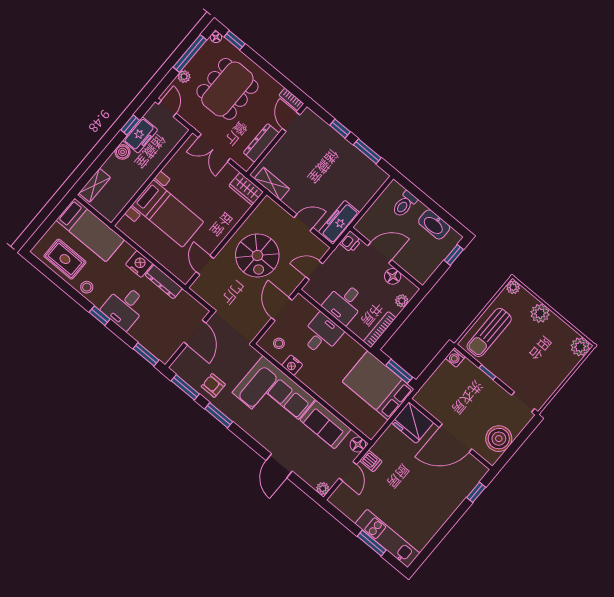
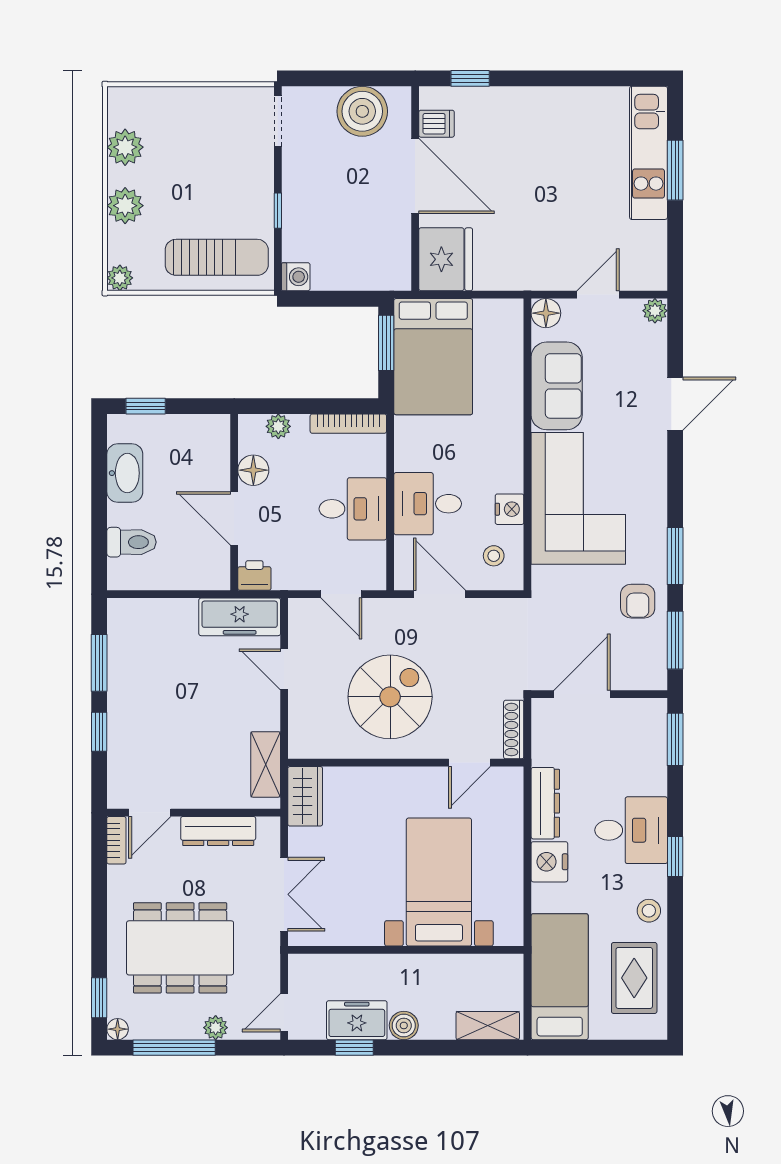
shoe rack: (203, 294) -> (514, 730), added
door: (282, 309) -> (439, 594), swing flipped
plant: (580, 347) -> (125, 147), moved
dishwasher: (371, 461) -> (437, 124), moved, turned 90

